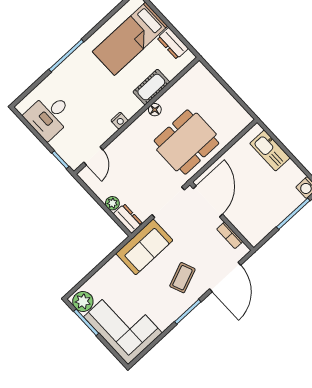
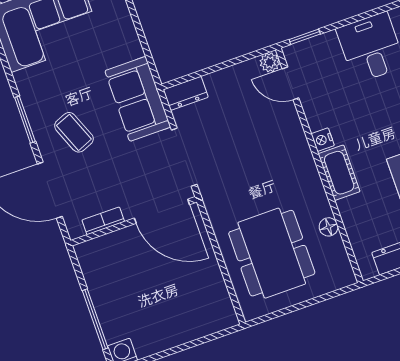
cot: (151, 87) -> (339, 173), moved
floor lamp: (155, 110) -> (329, 227), moved
dining table: (186, 142) -> (272, 253), moved
kitchen sink: (270, 151) -> (194, 325), removed
plant: (112, 203) -> (270, 62), moved

